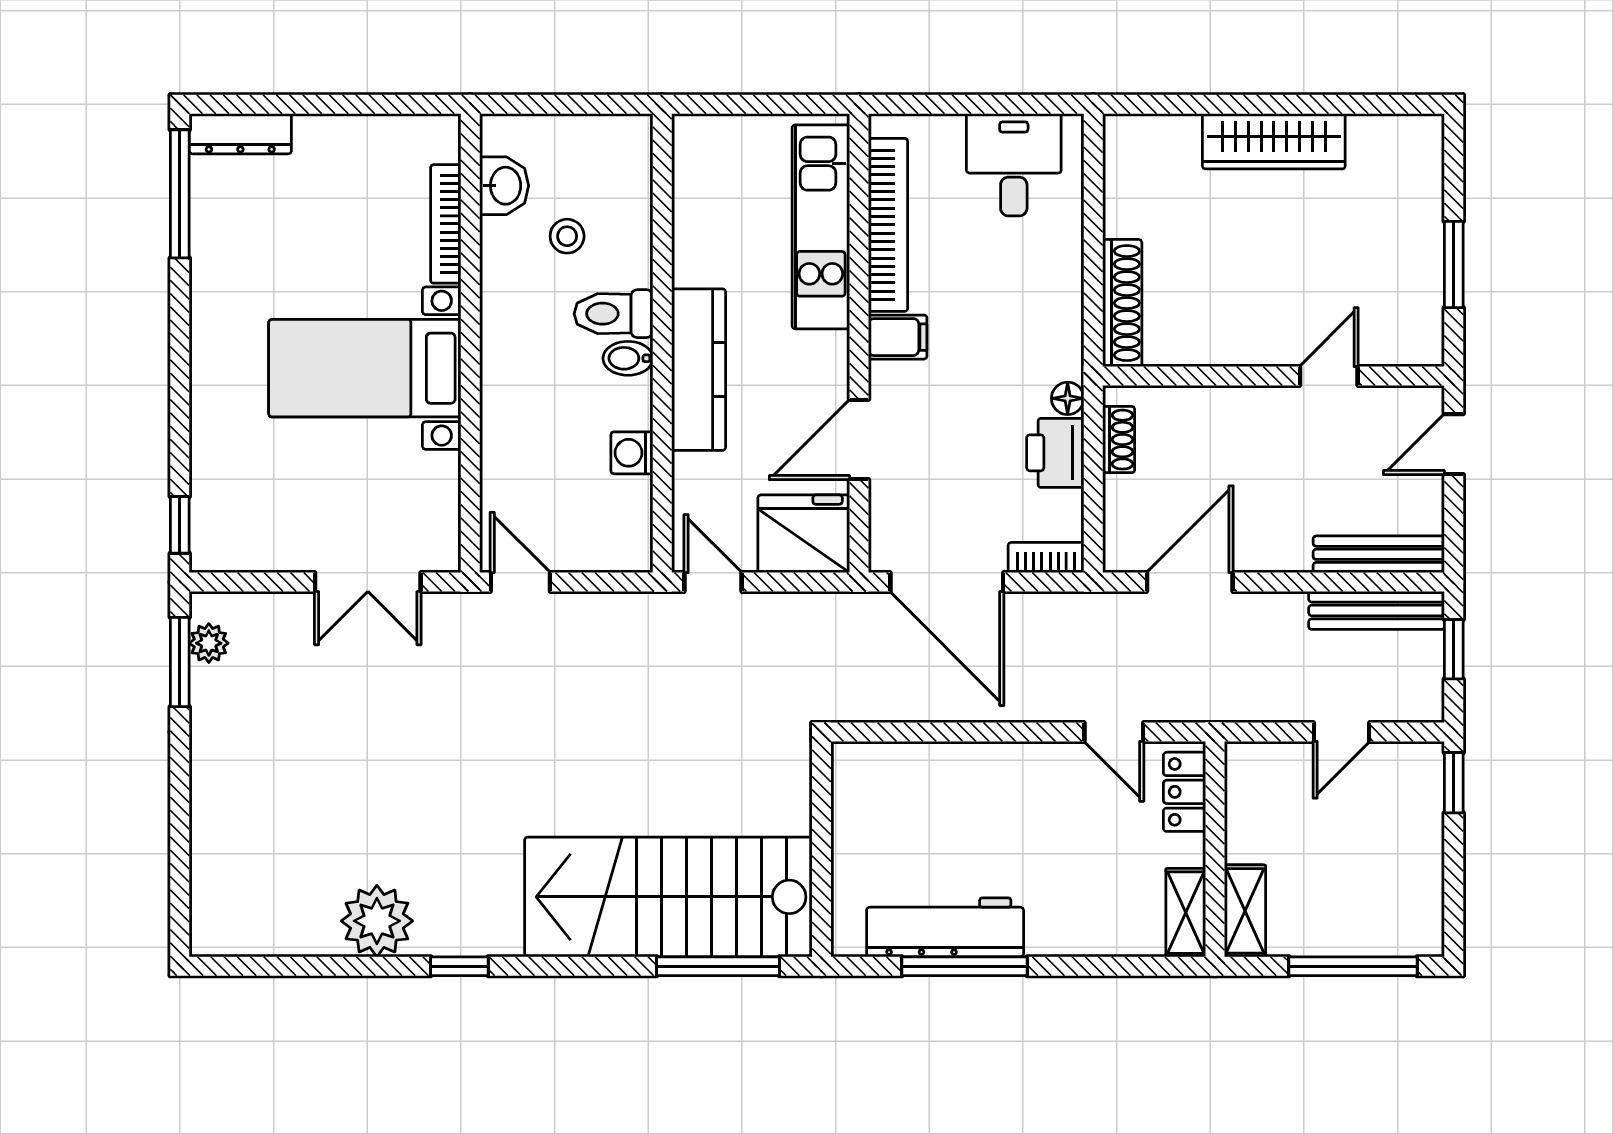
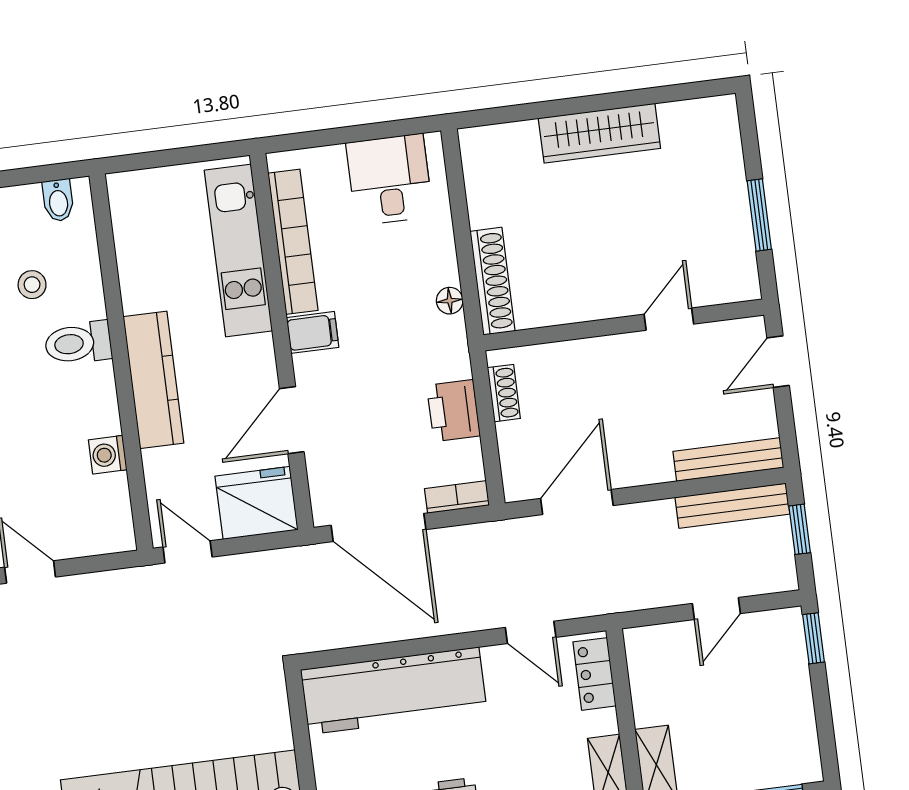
bidet: (628, 358) -> (58, 200), moved, turned -90
floor lamp: (1068, 398) -> (450, 301), moved
workbench: (940, 781) -> (394, 691), added

